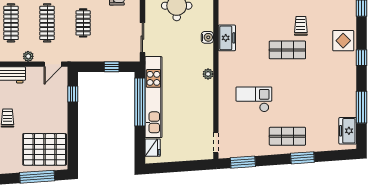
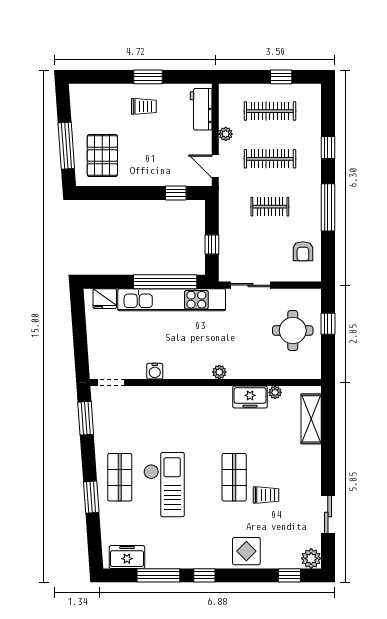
plant: (223, 19) -> (275, 392), added
water cooler: (207, 37) -> (155, 371), moved
window: (362, 58) -> (204, 575), moved
plant: (208, 74) -> (219, 372), moved
checkout: (254, 99) -> (164, 485), moved, width x1.36, depth x1.21
pallet: (45, 149) -> (102, 156), width x0.73, depth x0.71

